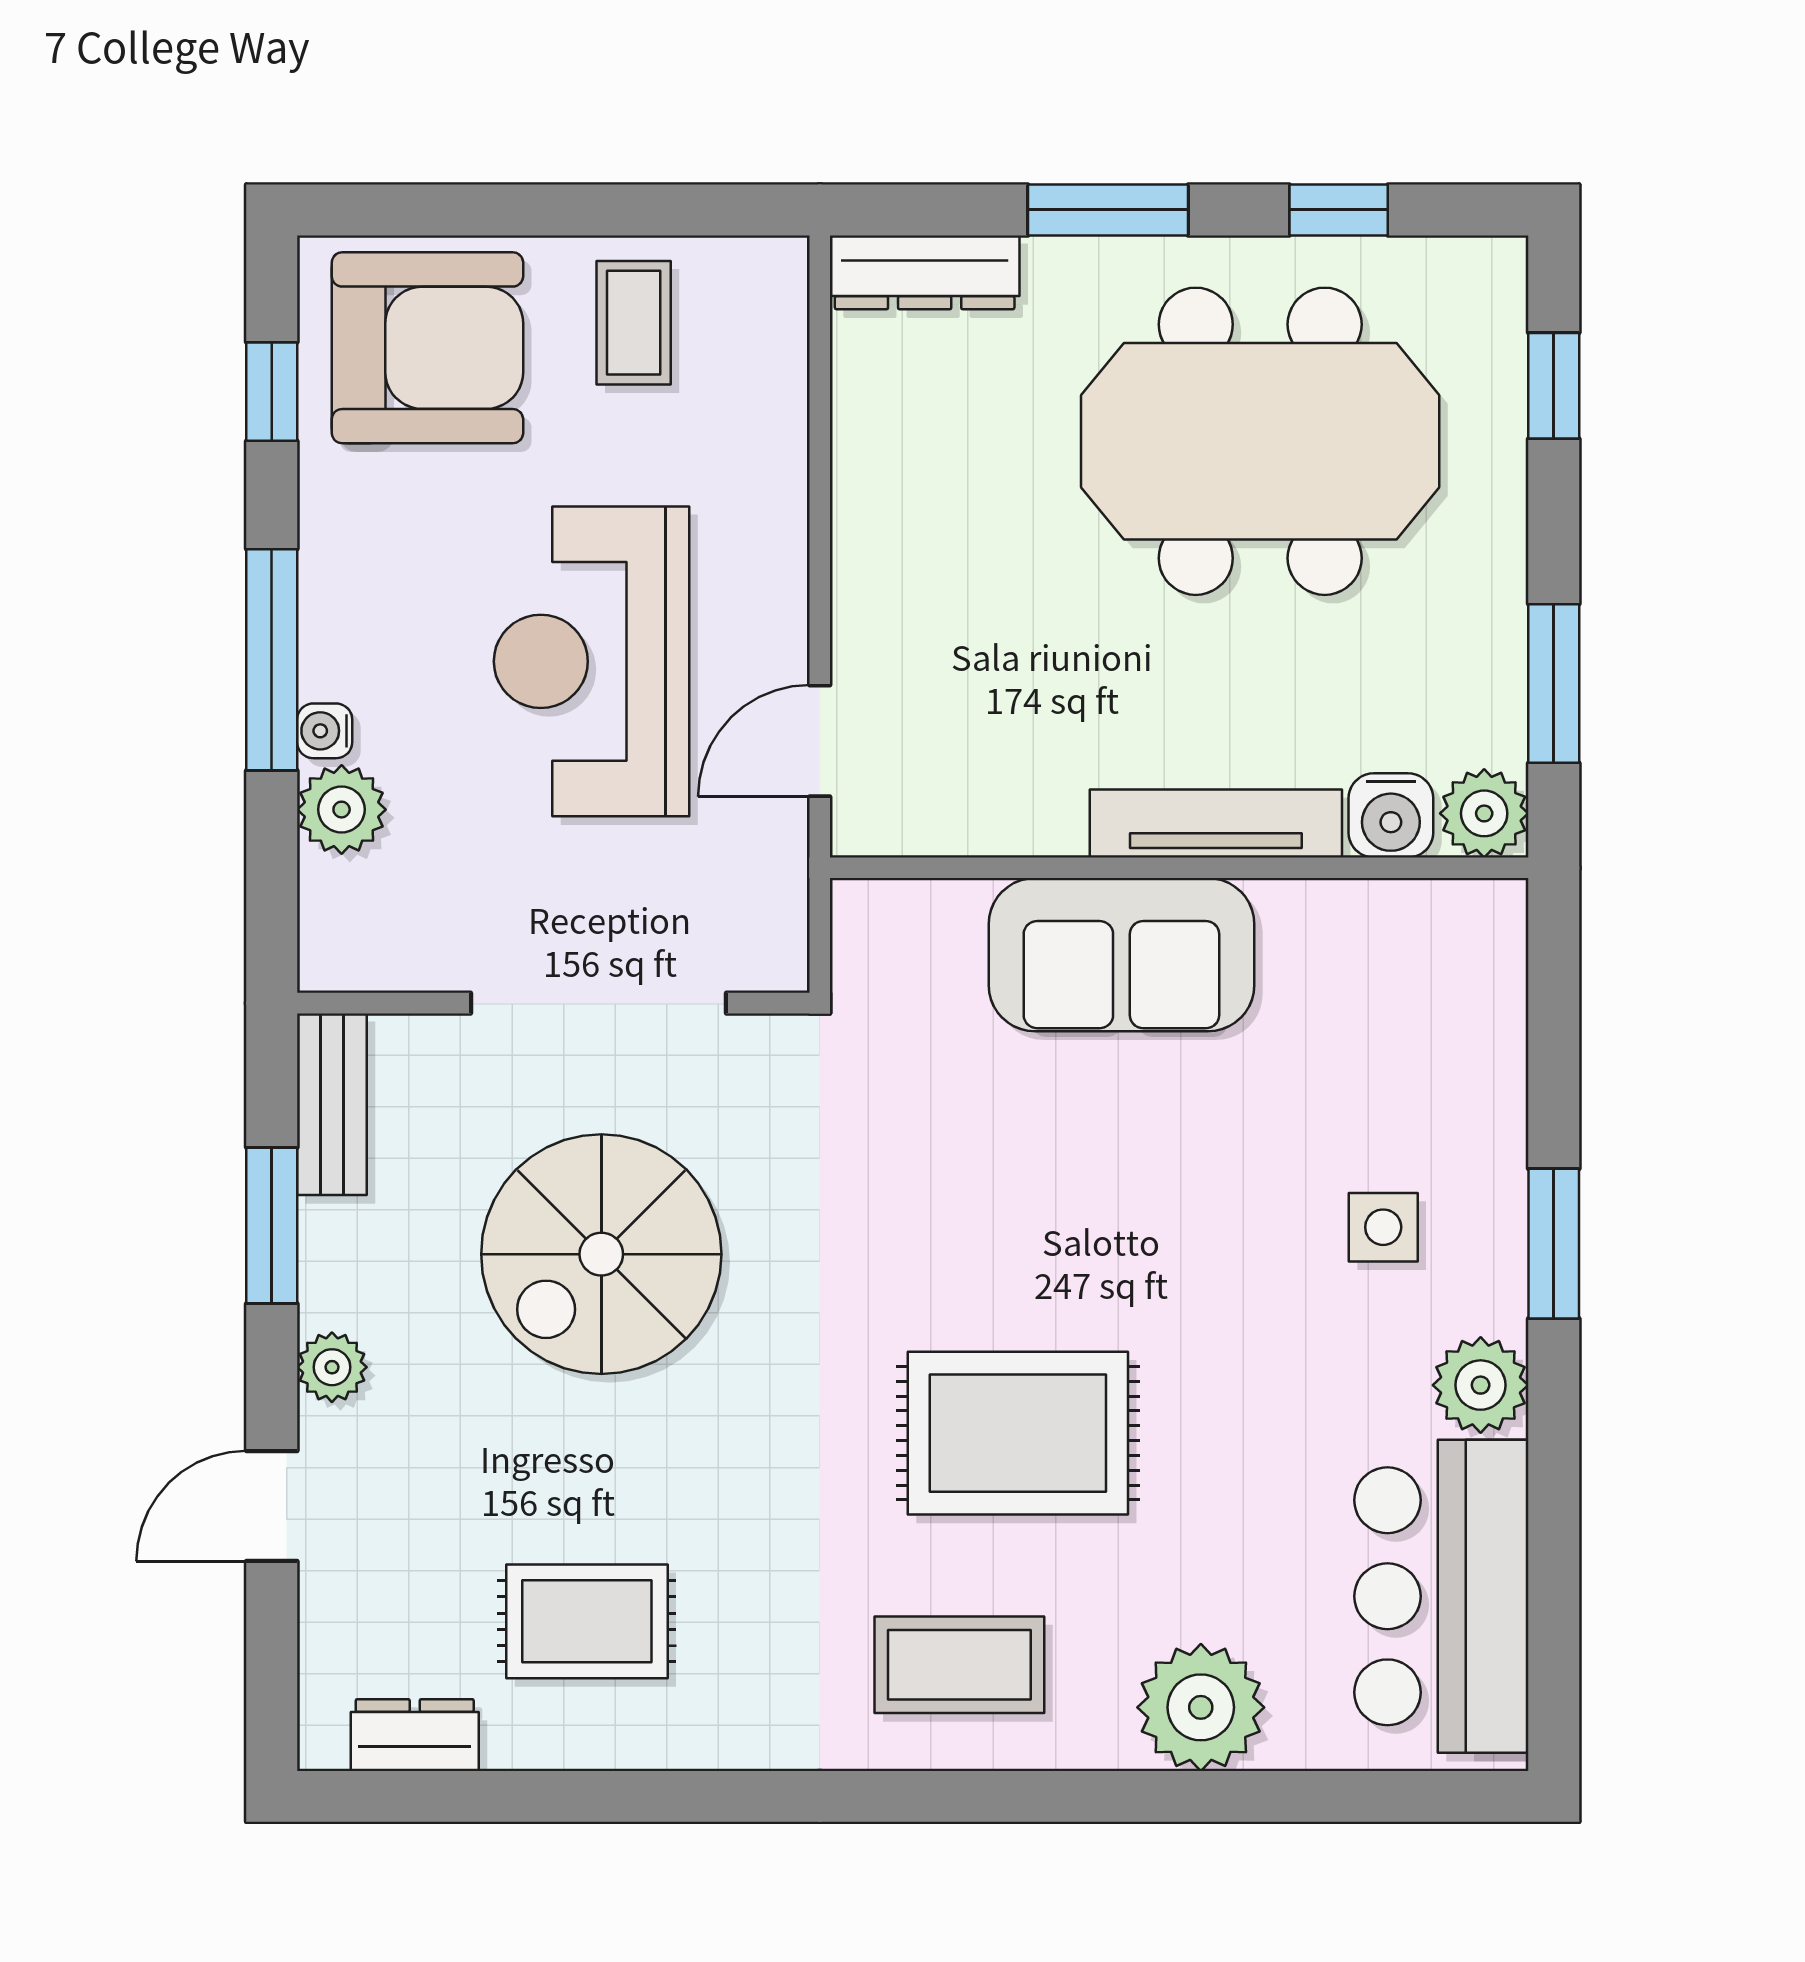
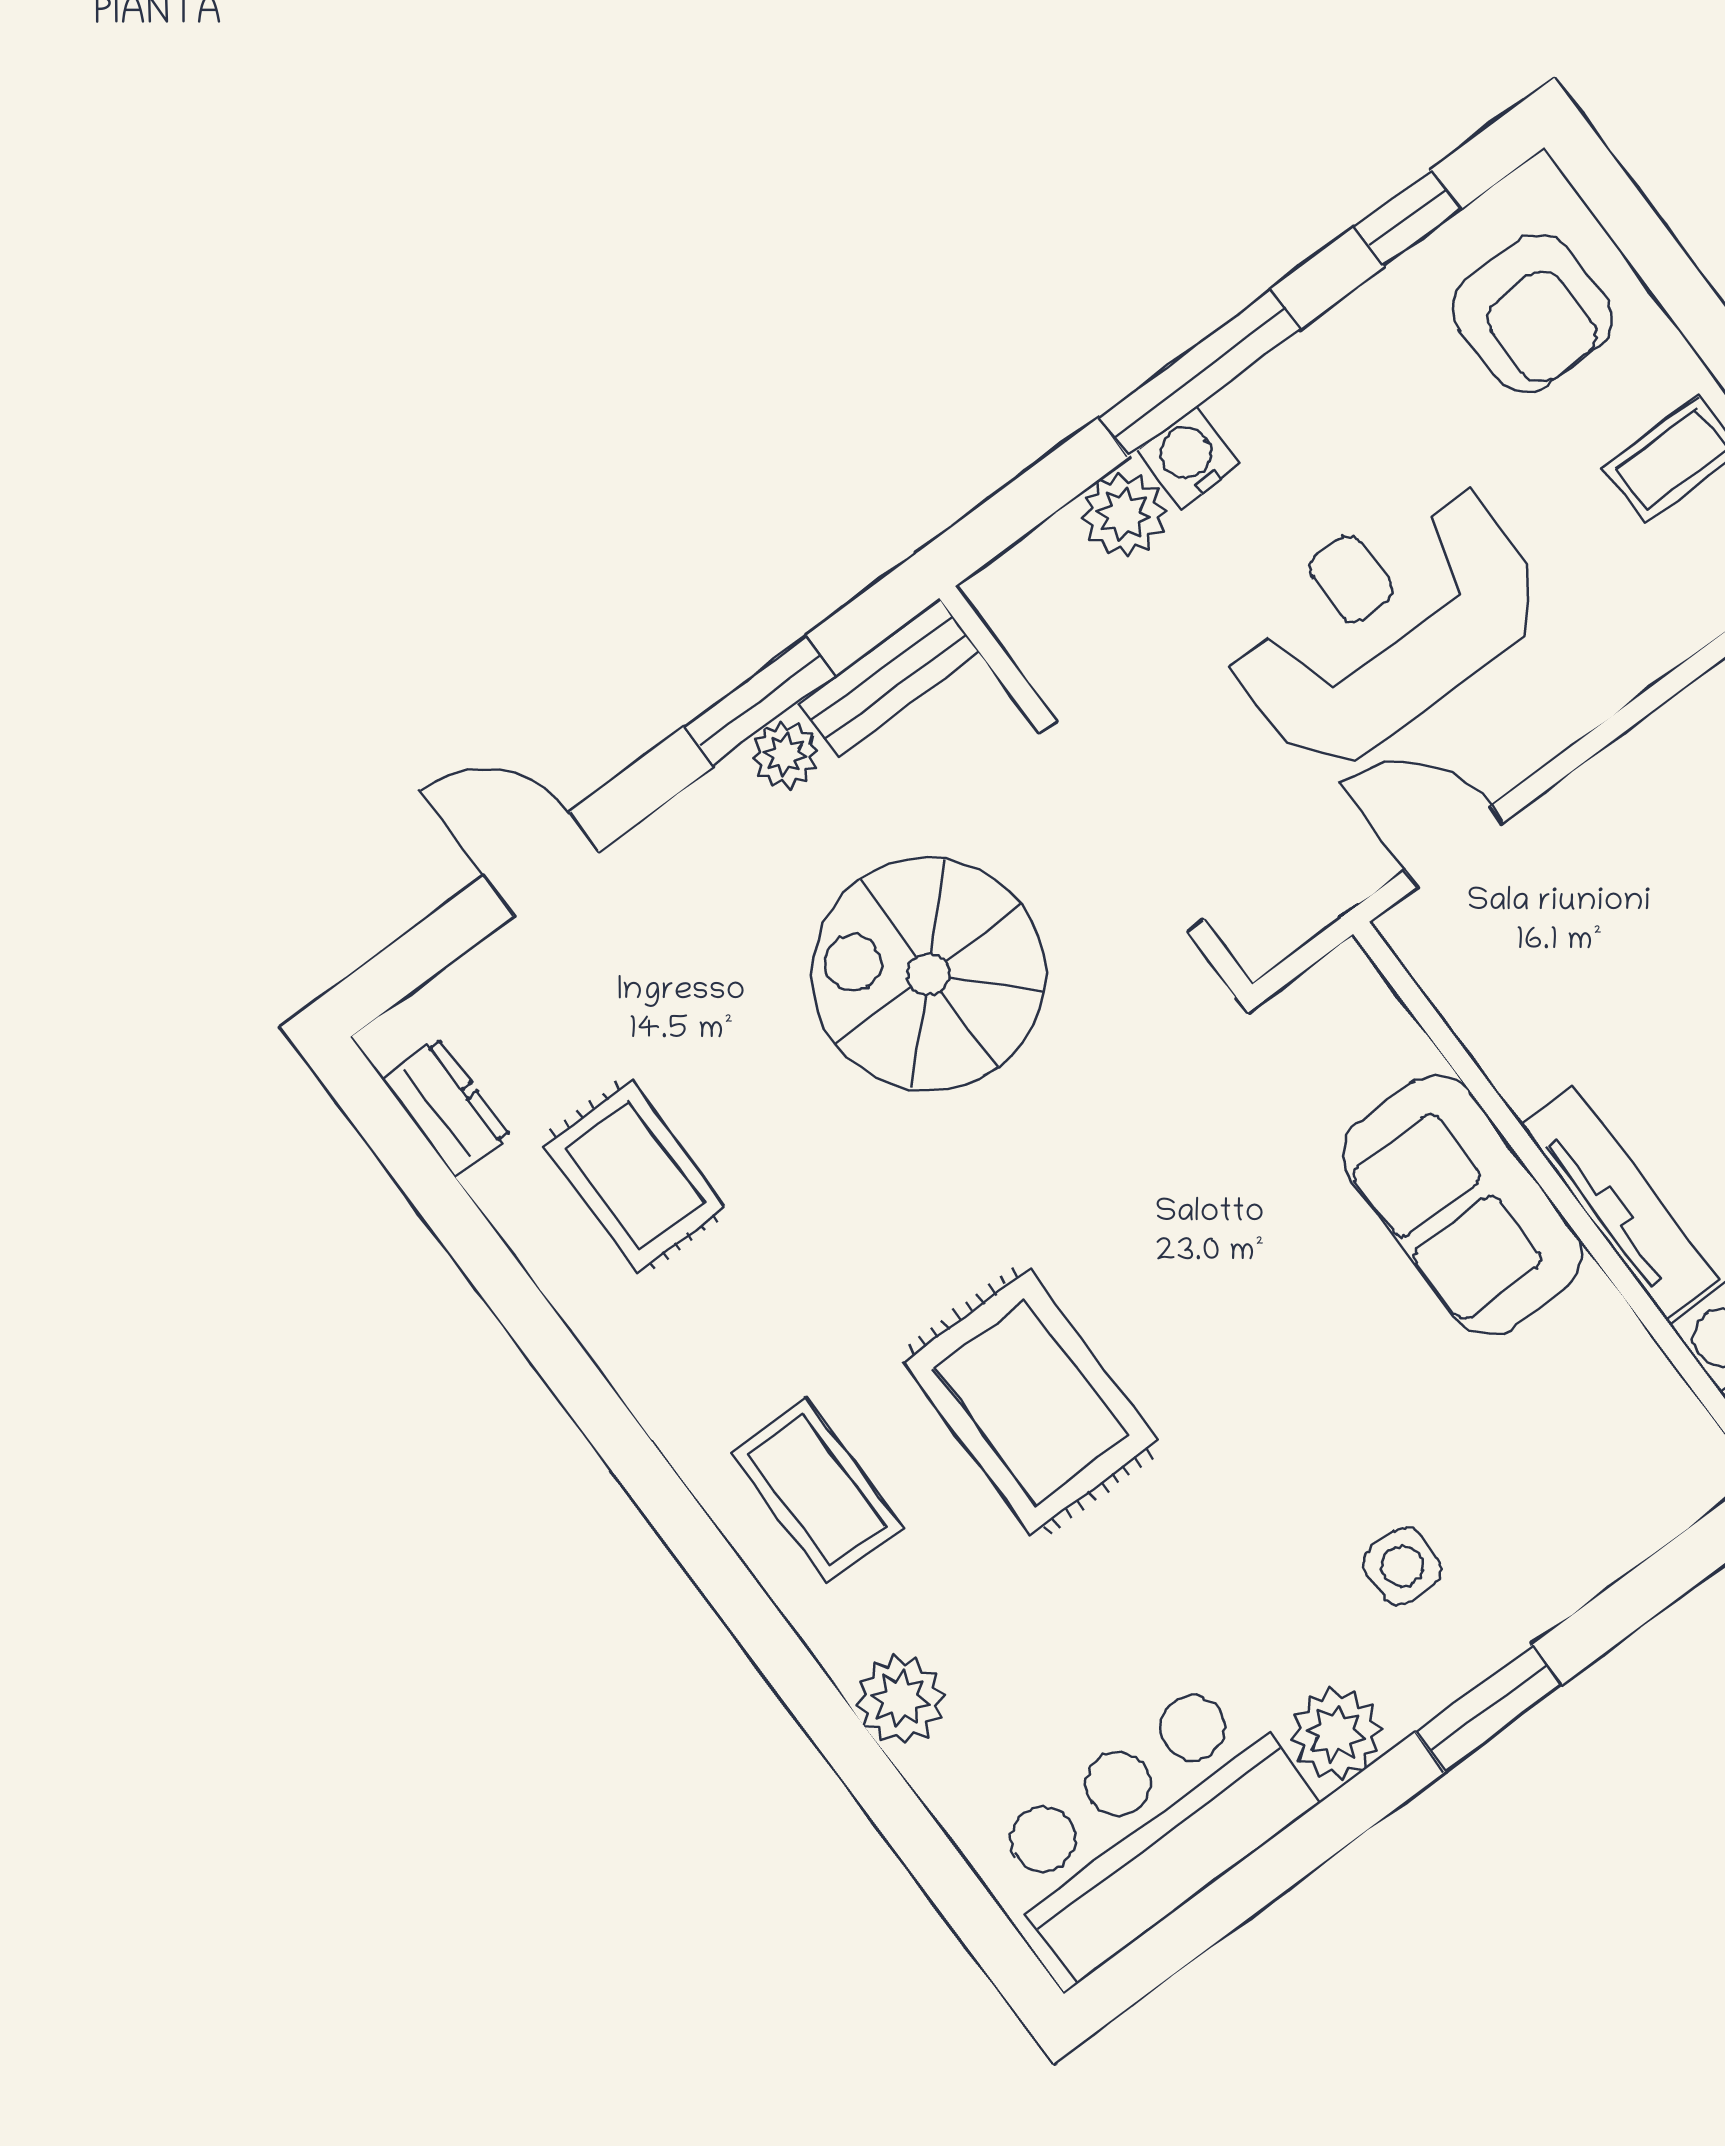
armchair: (427, 348) -> (1532, 314), width x0.73, depth x0.73
water cooler: (325, 731) -> (1189, 458), width x1.38, depth x1.38
plant: (332, 1367) -> (786, 755), moved
plant: (1201, 1707) -> (900, 1699), width x0.73, depth x0.73

